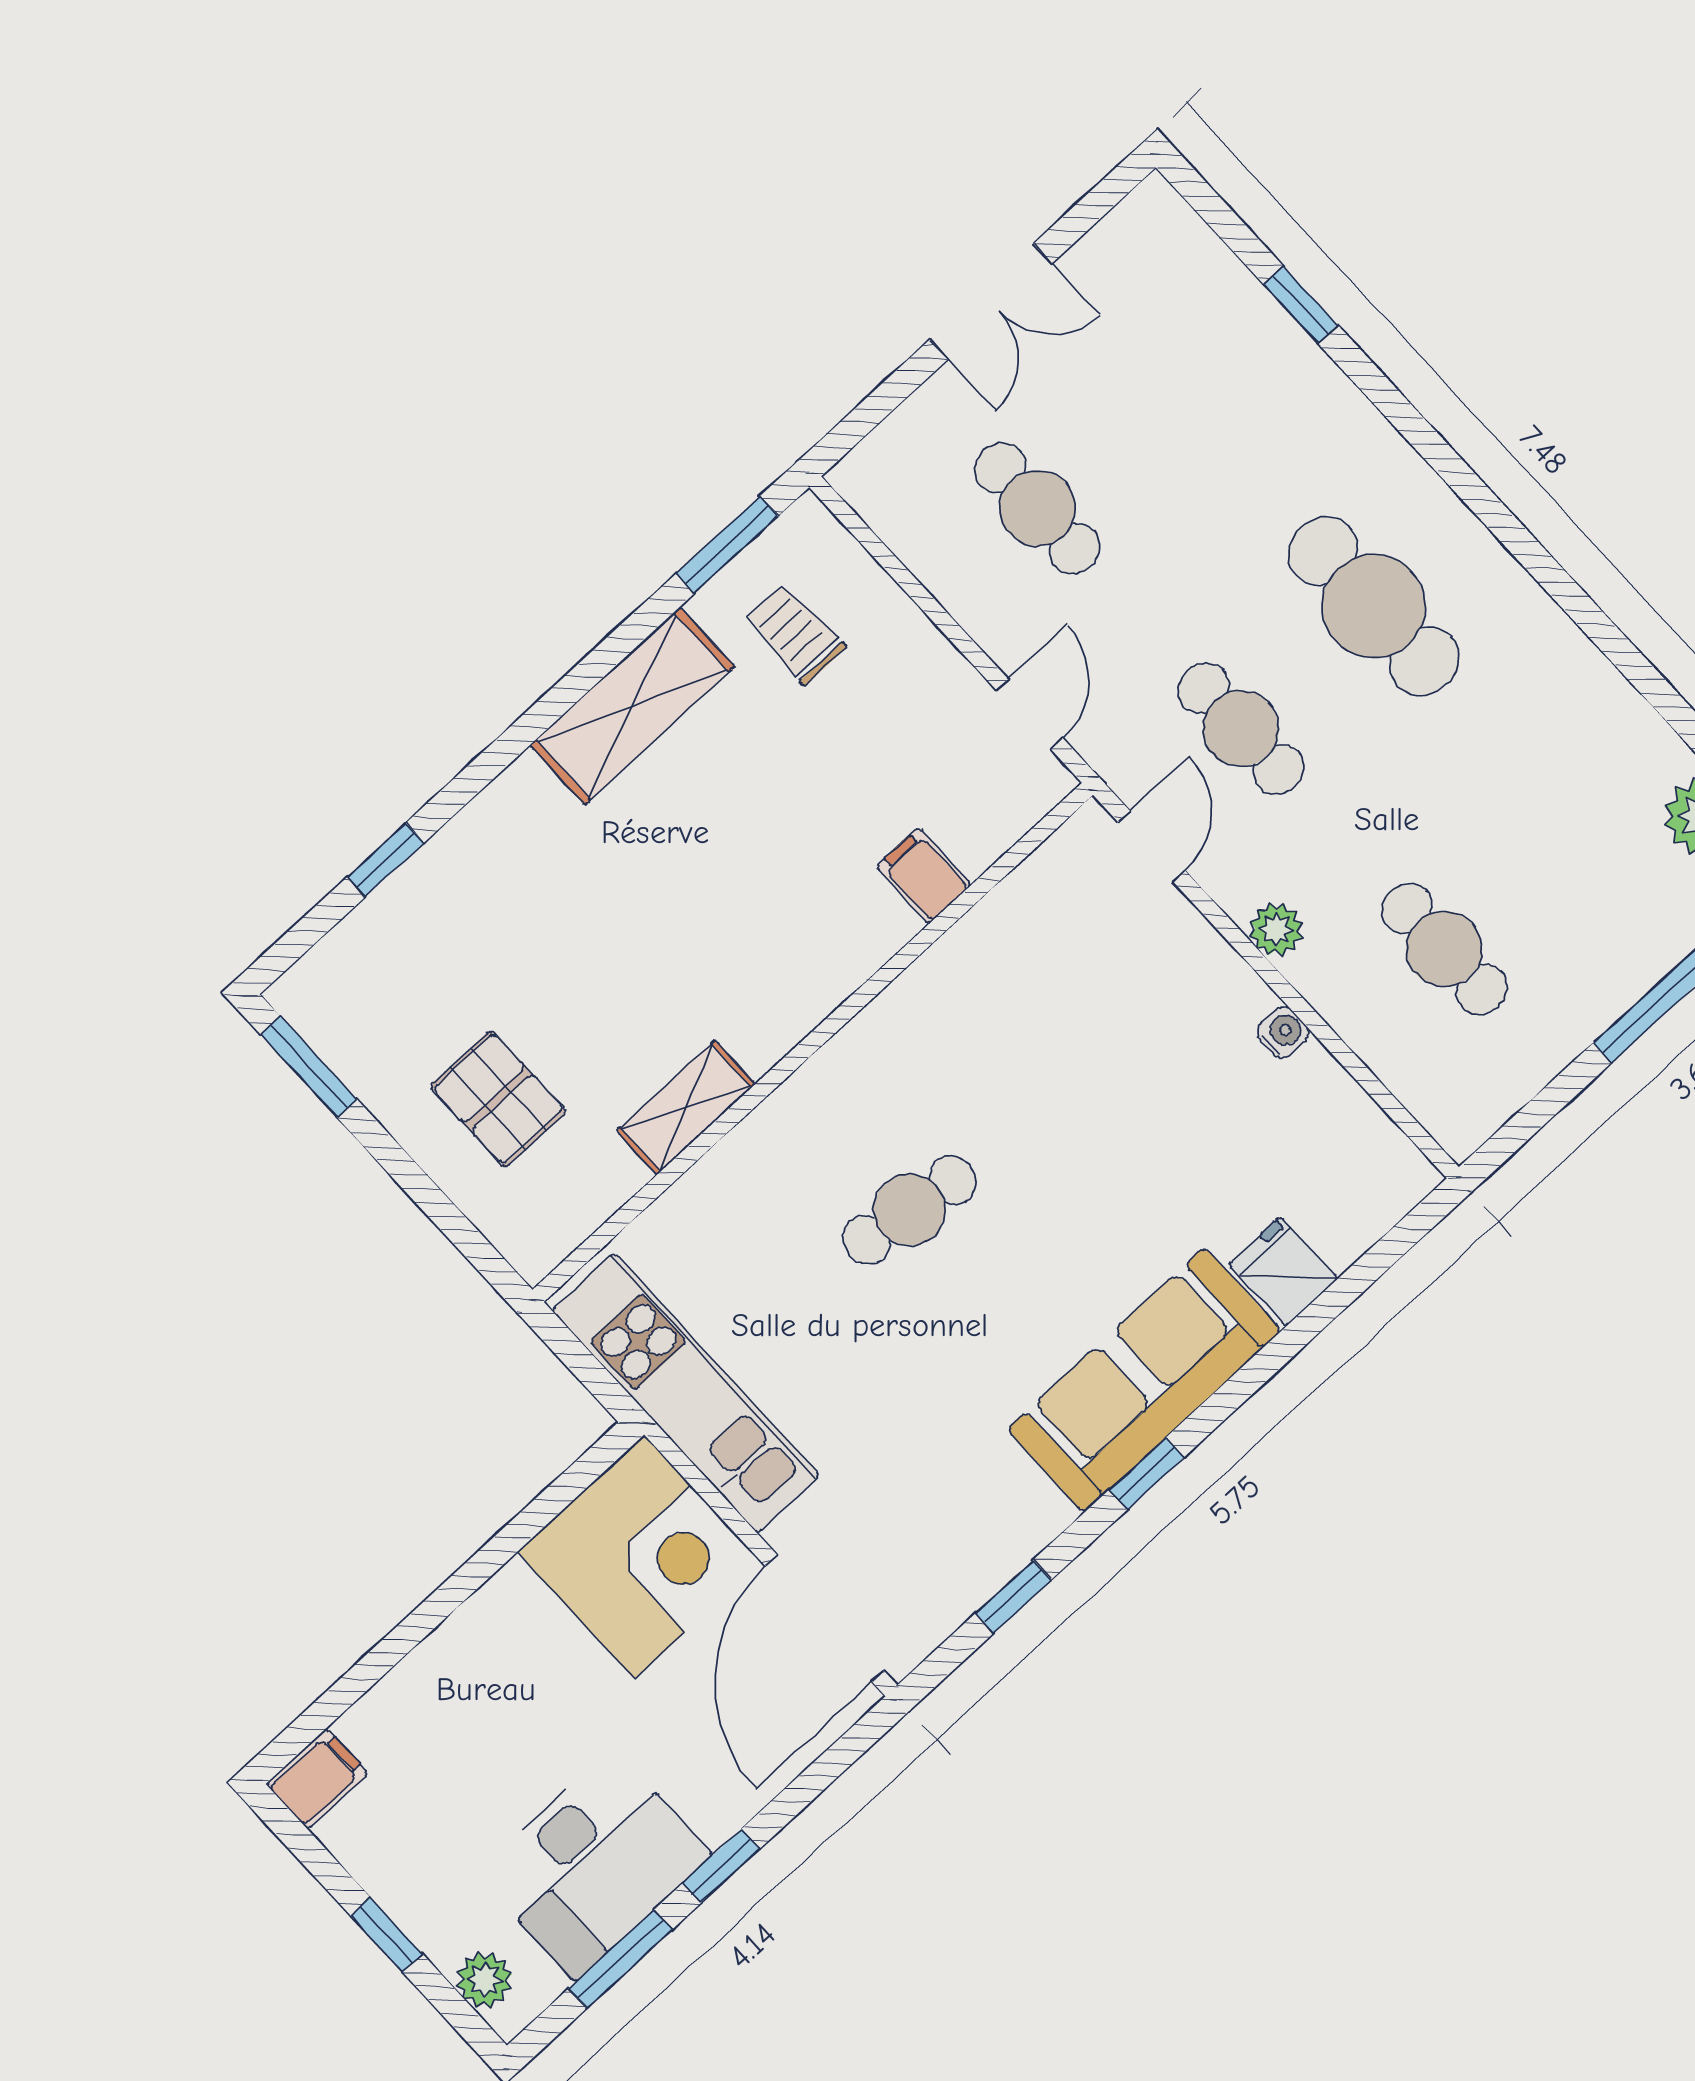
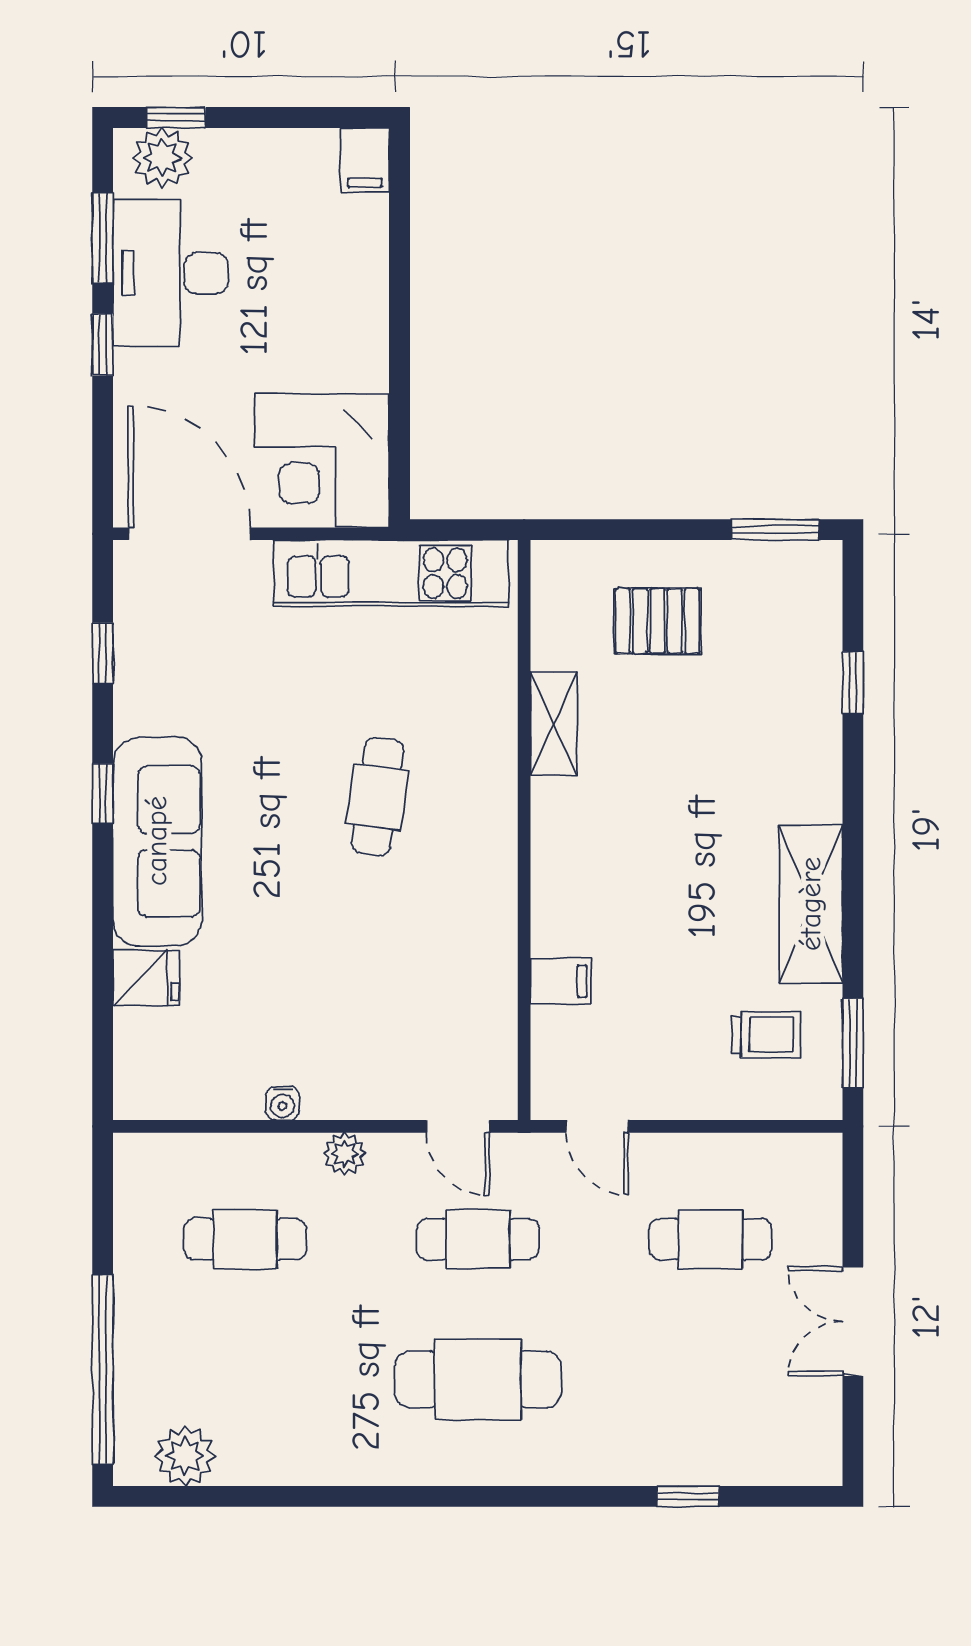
window: (387, 1935) -> (176, 117), moved
plant: (485, 1980) -> (162, 158), width x1.38, depth x1.38

